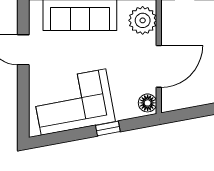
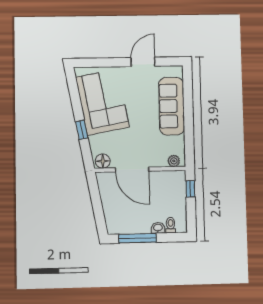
plant: (143, 20) -> (174, 161), width x0.53, depth x0.53

